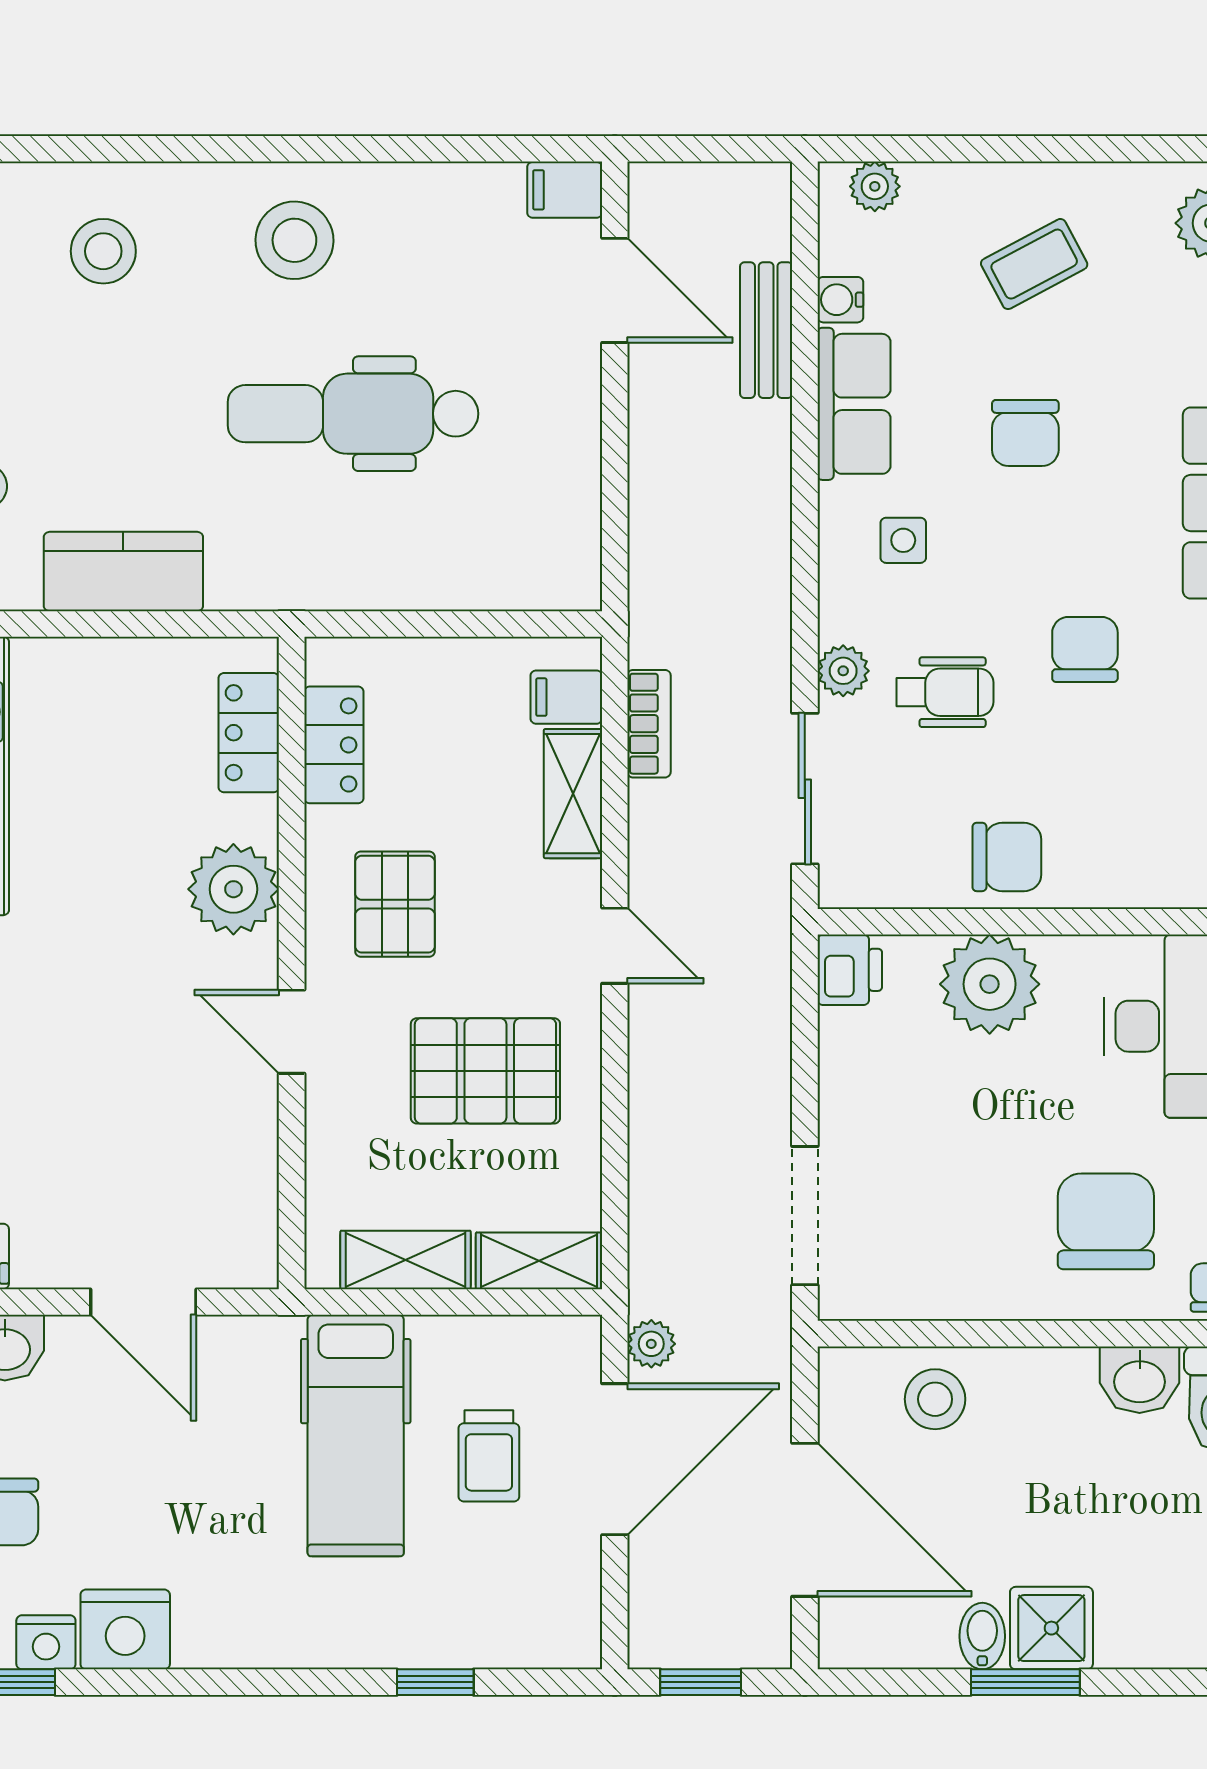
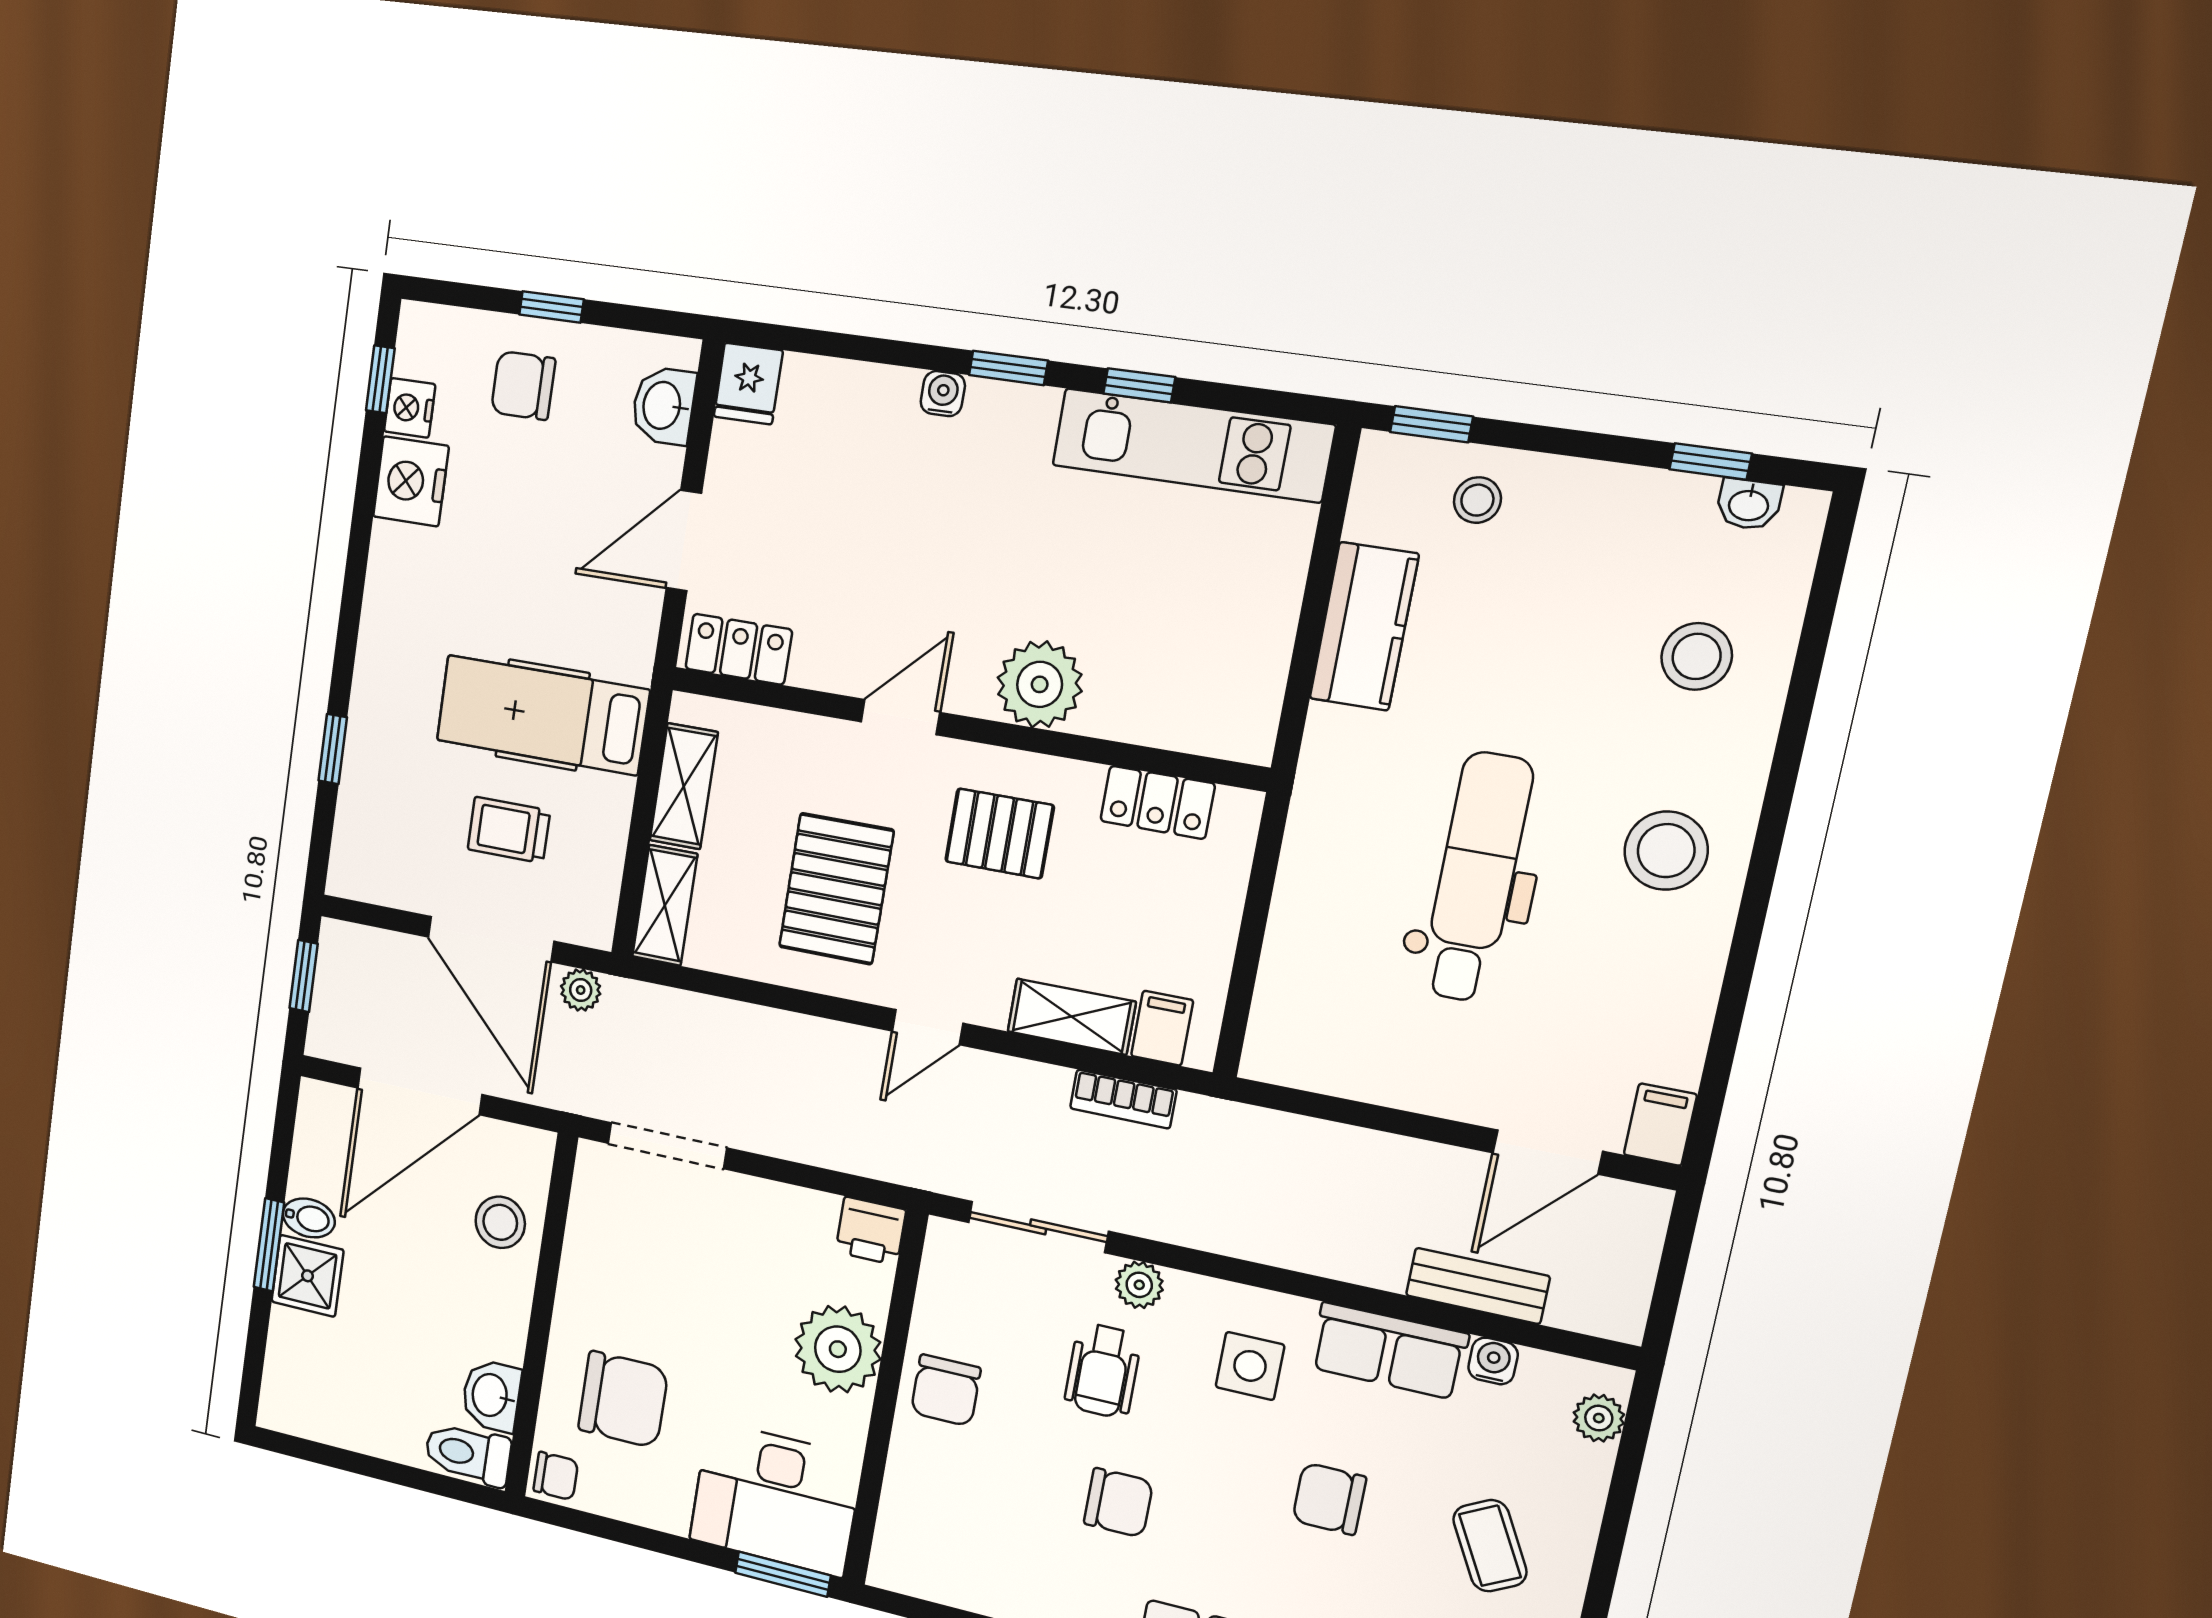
side table: (903, 540) -> (1250, 1366), width x1.37, depth x1.37
locker: (249, 733) -> (739, 649), moved

